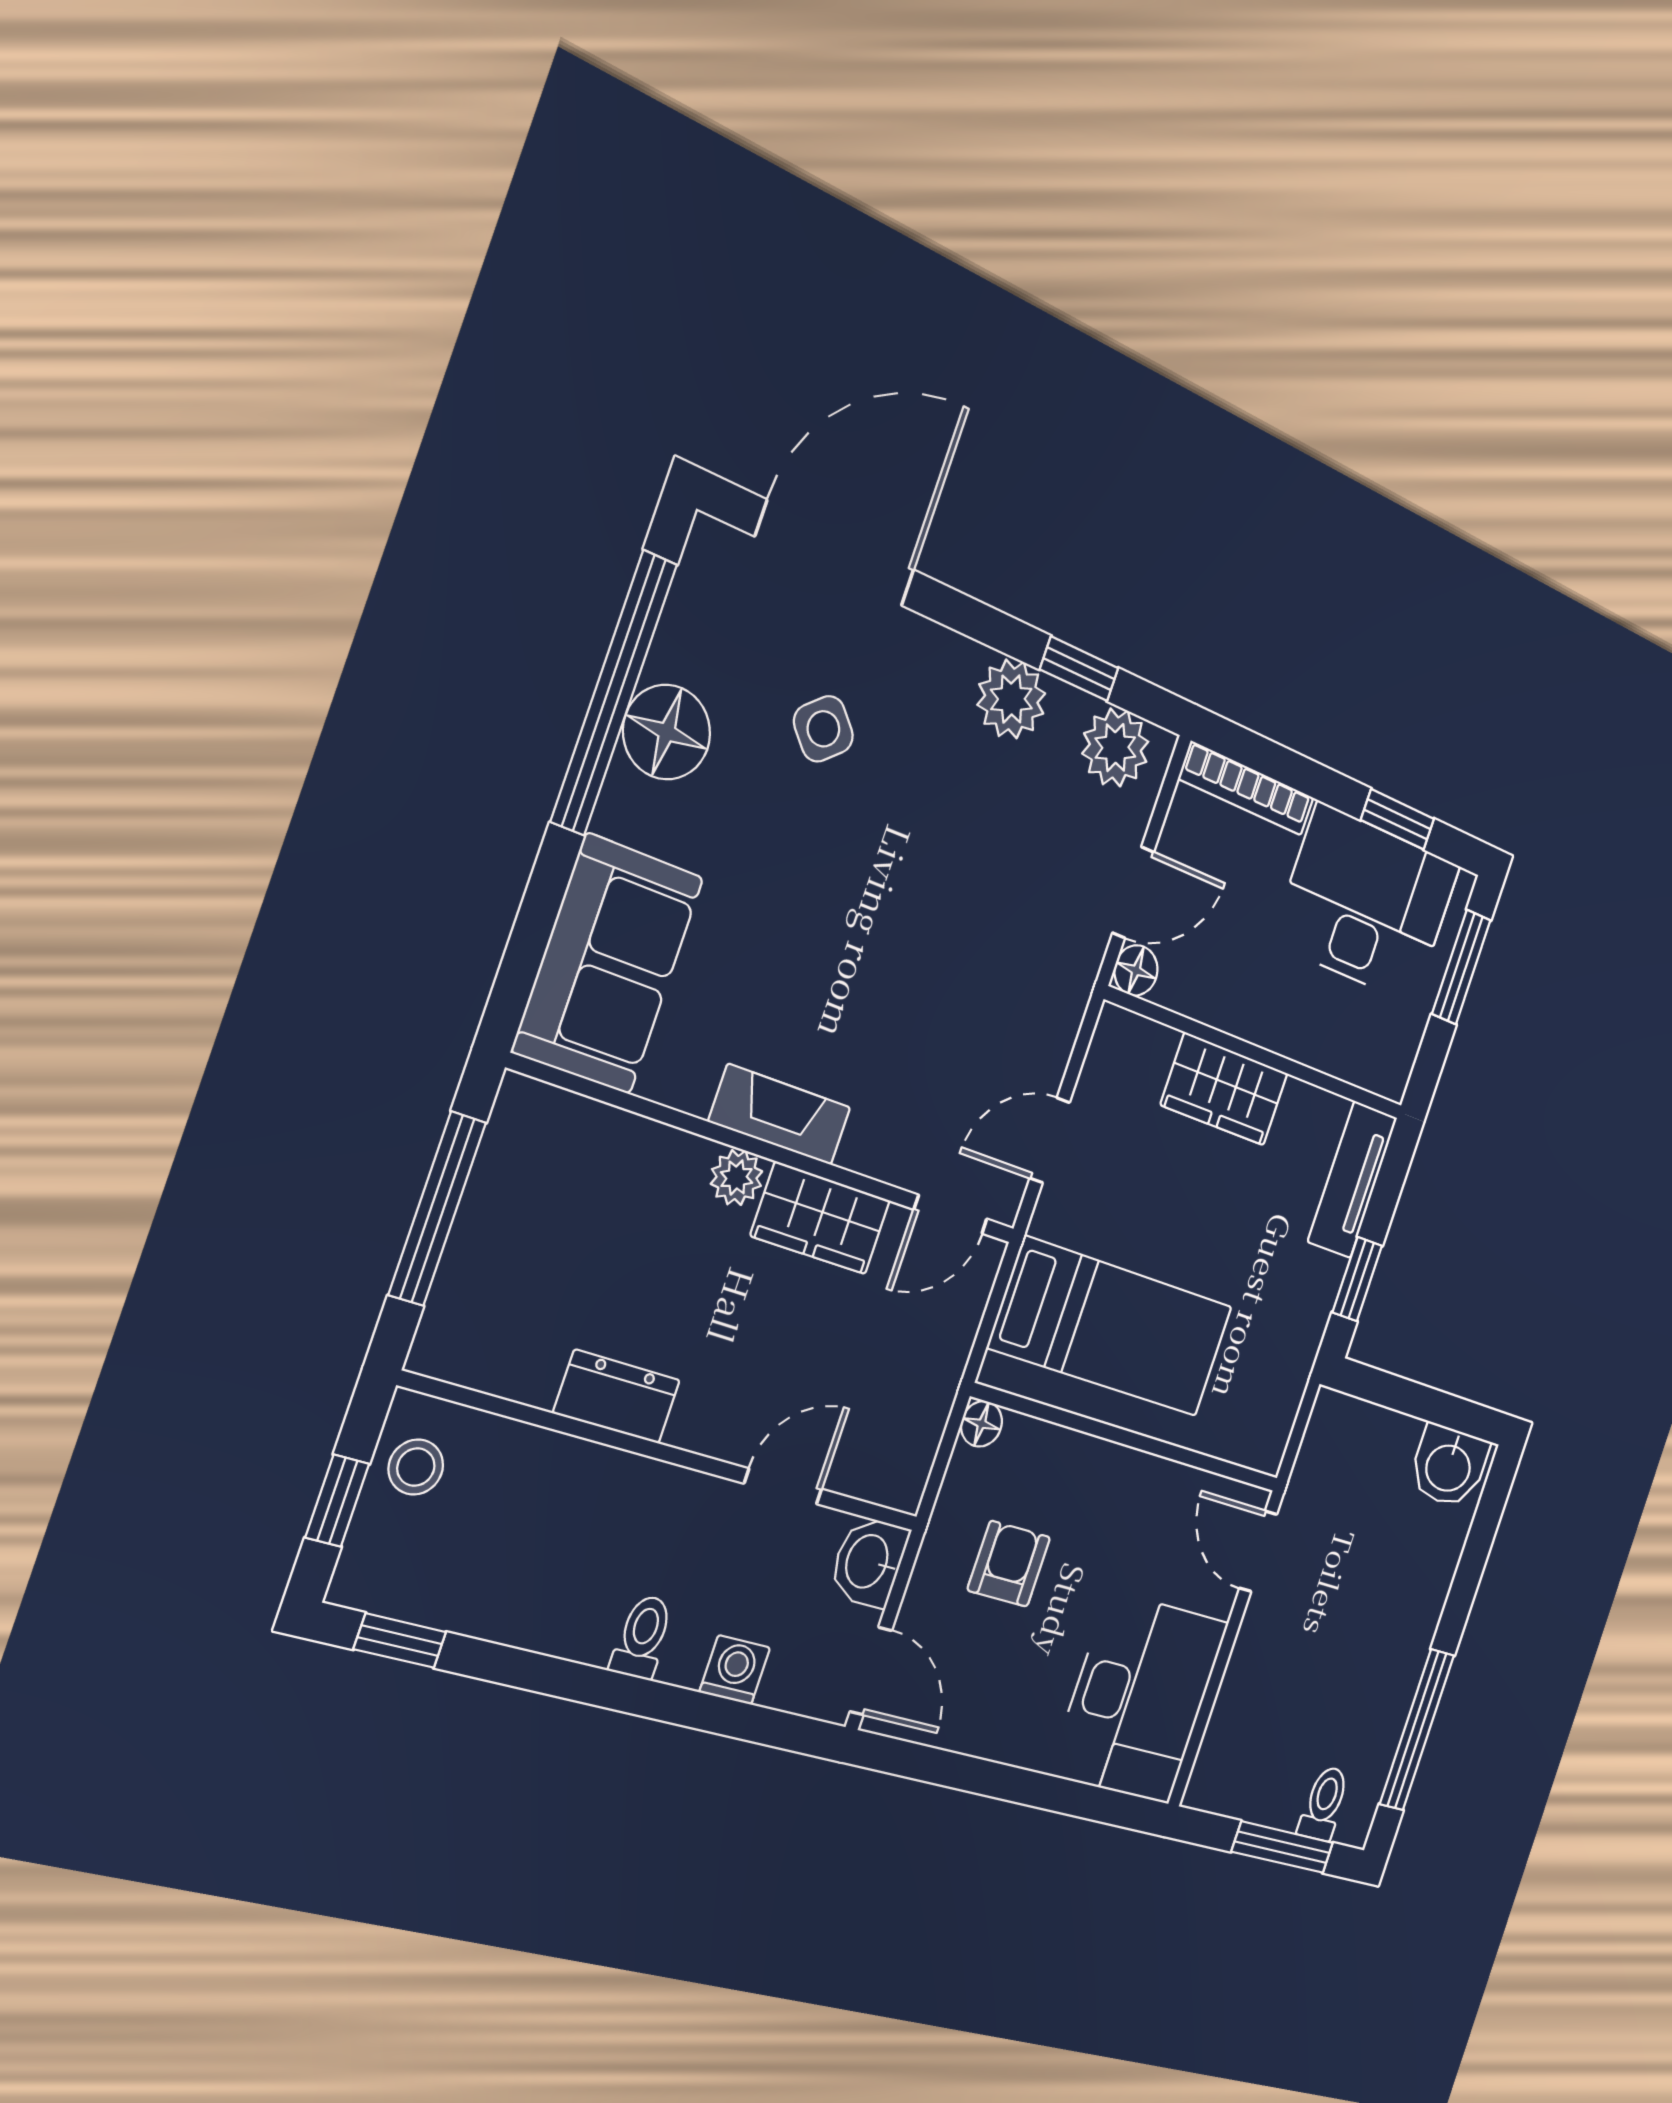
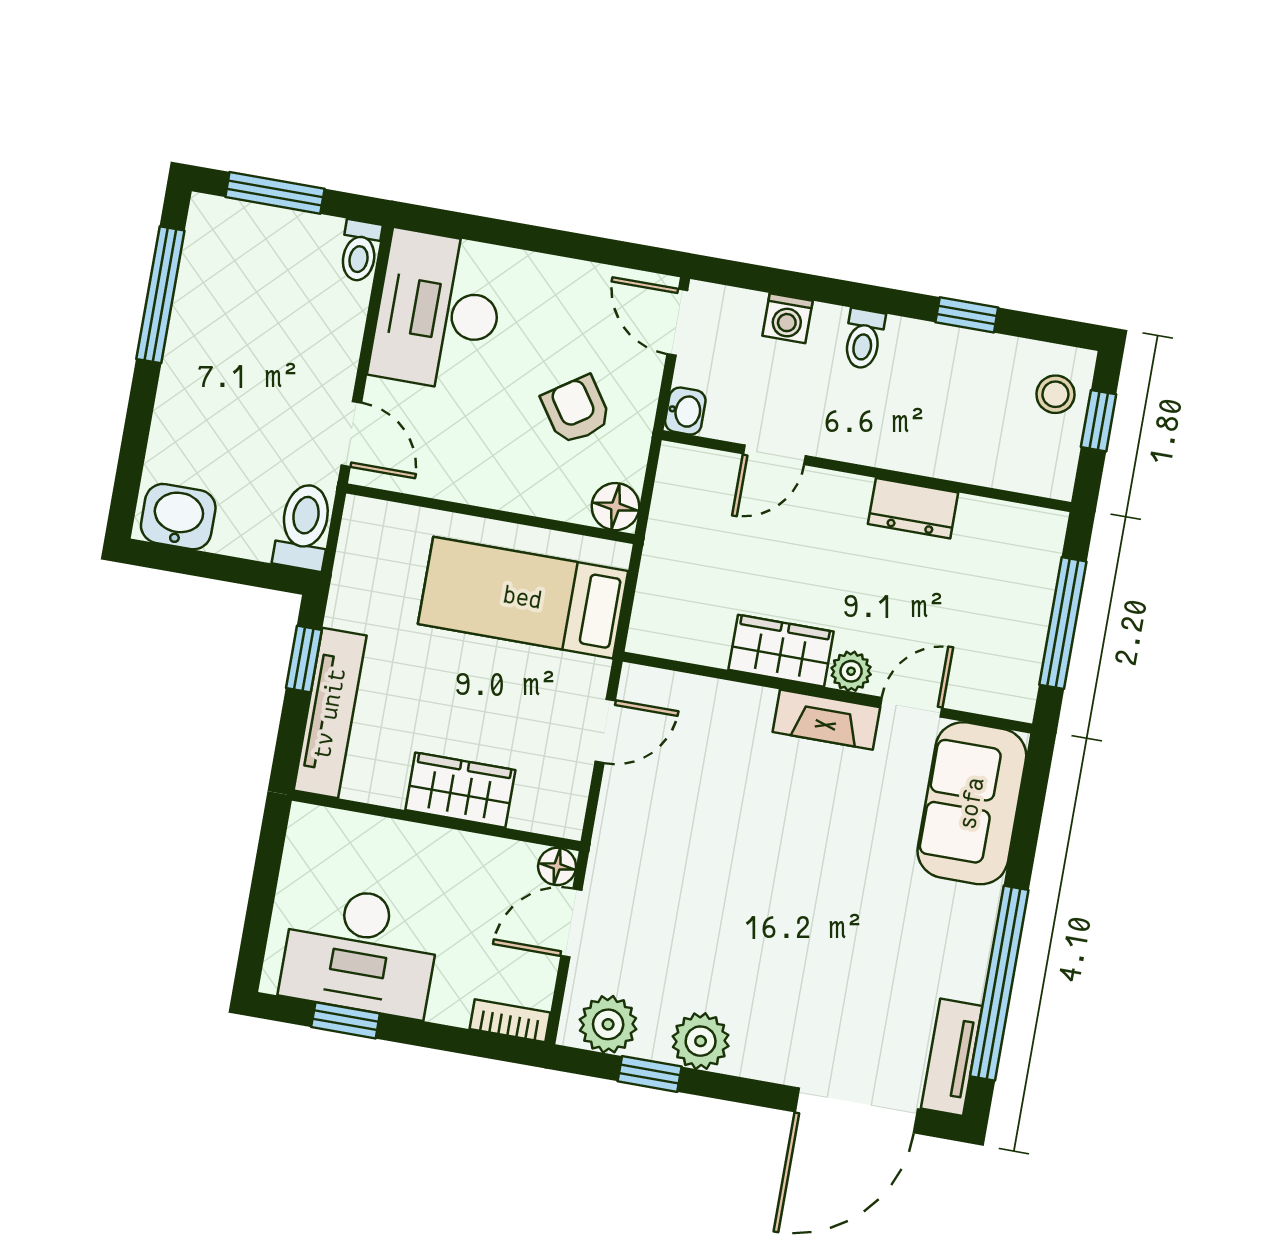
tv unit: (697, 599) -> (952, 1057), added
side table: (823, 729) -> (843, 991), removed
floor lamp: (667, 732) -> (957, 965), removed
bookcase: (1246, 788) -> (510, 1021), width x0.64
window: (1461, 967) -> (258, 918), removed
tv unit: (1352, 1180) -> (330, 713), width x1.41
door: (951, 1214) -> (911, 707), moved
floor lamp: (981, 1424) -> (616, 507), width x1.37, depth x1.37
toilet: (1327, 1442) -> (304, 527), added
stool: (416, 1467) -> (1055, 394), moved
washbasin: (869, 1562) -> (685, 411), width x0.72, depth x0.69
armchair: (1009, 1564) -> (576, 410), turned 146
window: (400, 1641) -> (967, 315), moved
toilet: (1324, 1804) -> (360, 251), moved

